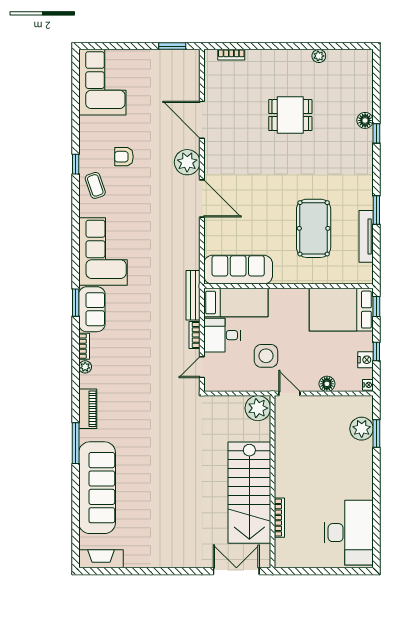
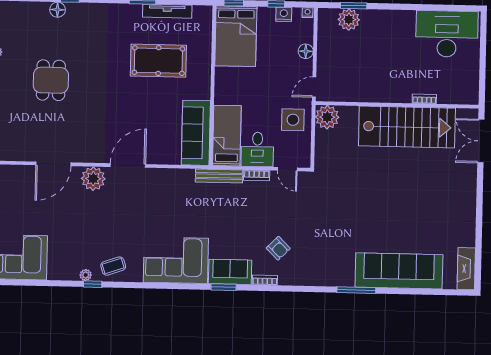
armchair: (124, 157) -> (278, 248), moved, turned -45
side table: (266, 356) -> (293, 120), moved
plant: (85, 367) -> (86, 275), moved
piano: (88, 409) -> (324, 278), removed
bookcase: (279, 518) -> (424, 99), width x0.64

